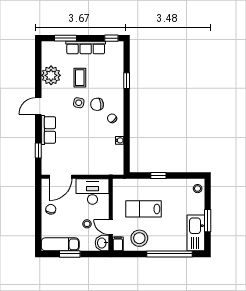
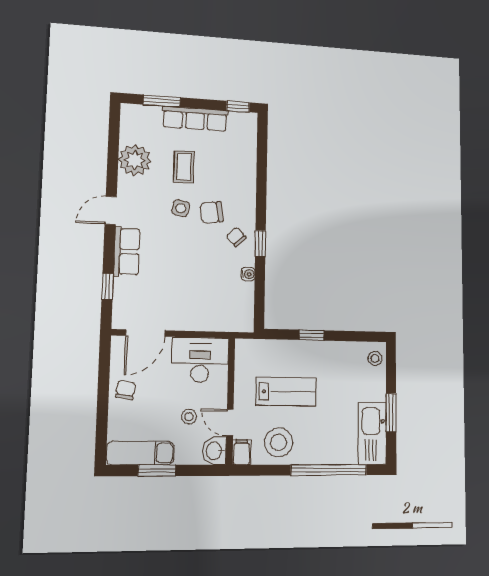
window: (127, 81) -> (260, 244), moved
lab bench: (143, 209) -> (286, 392), turned 180

